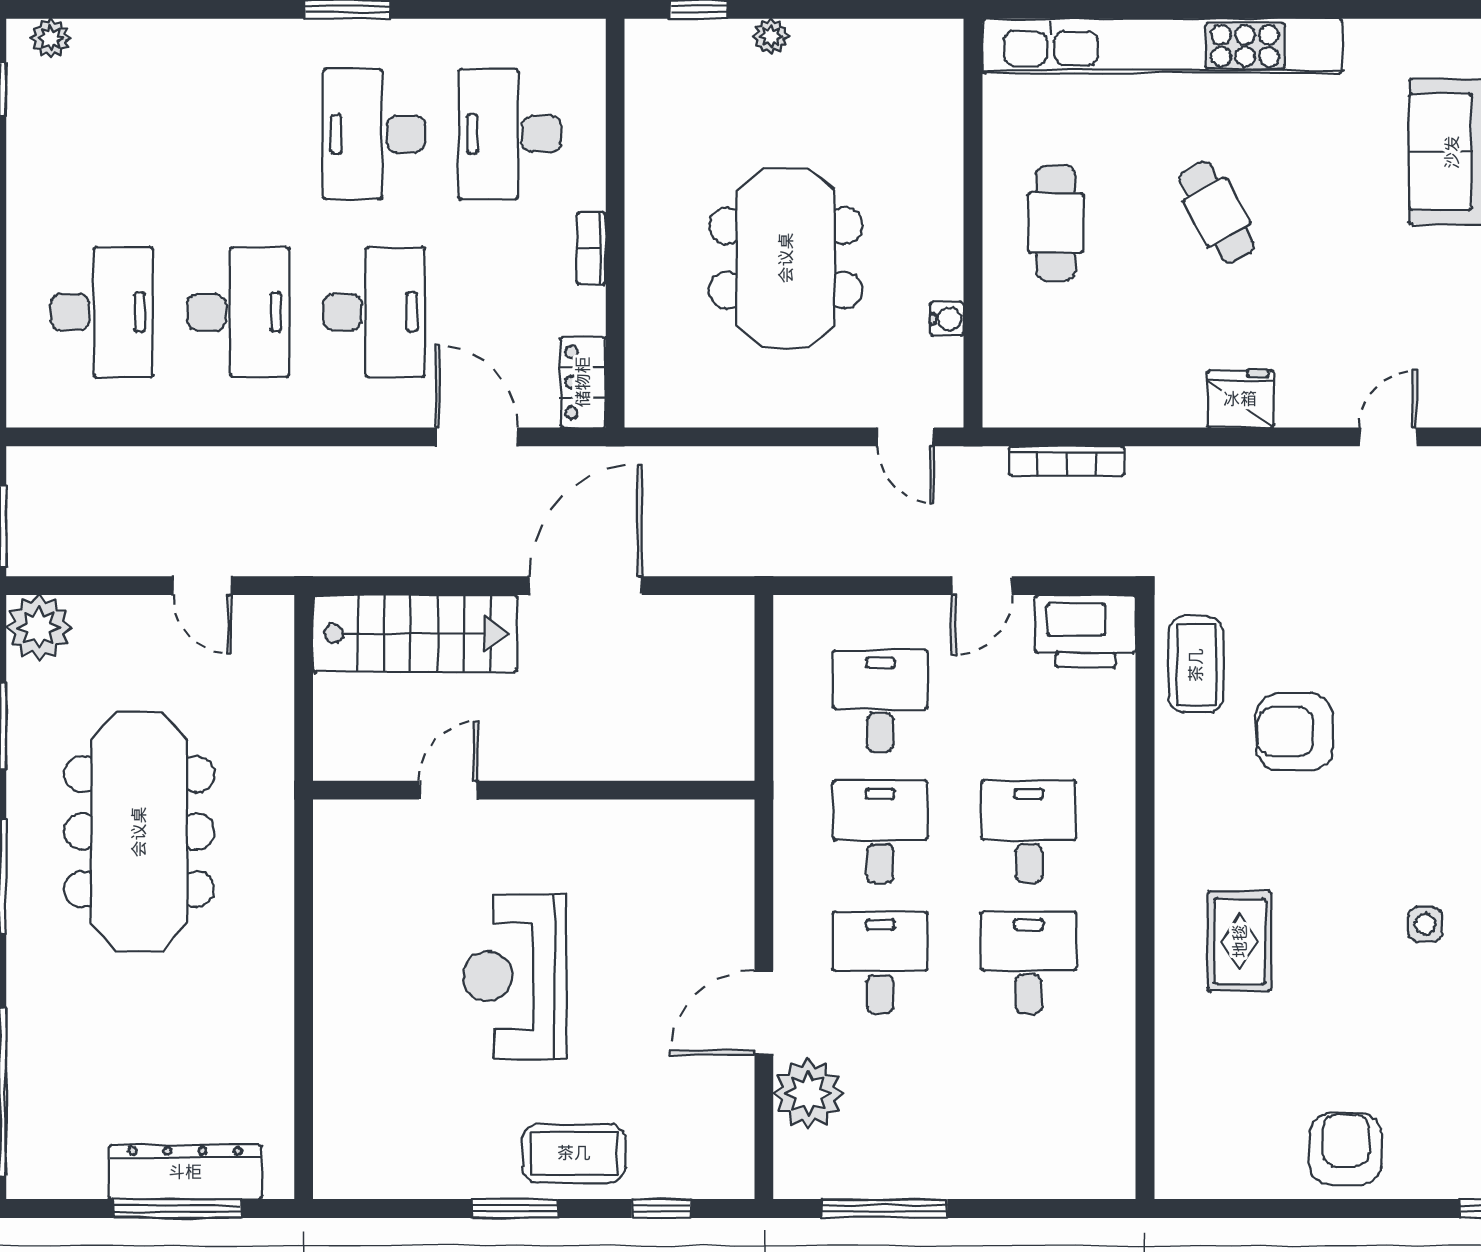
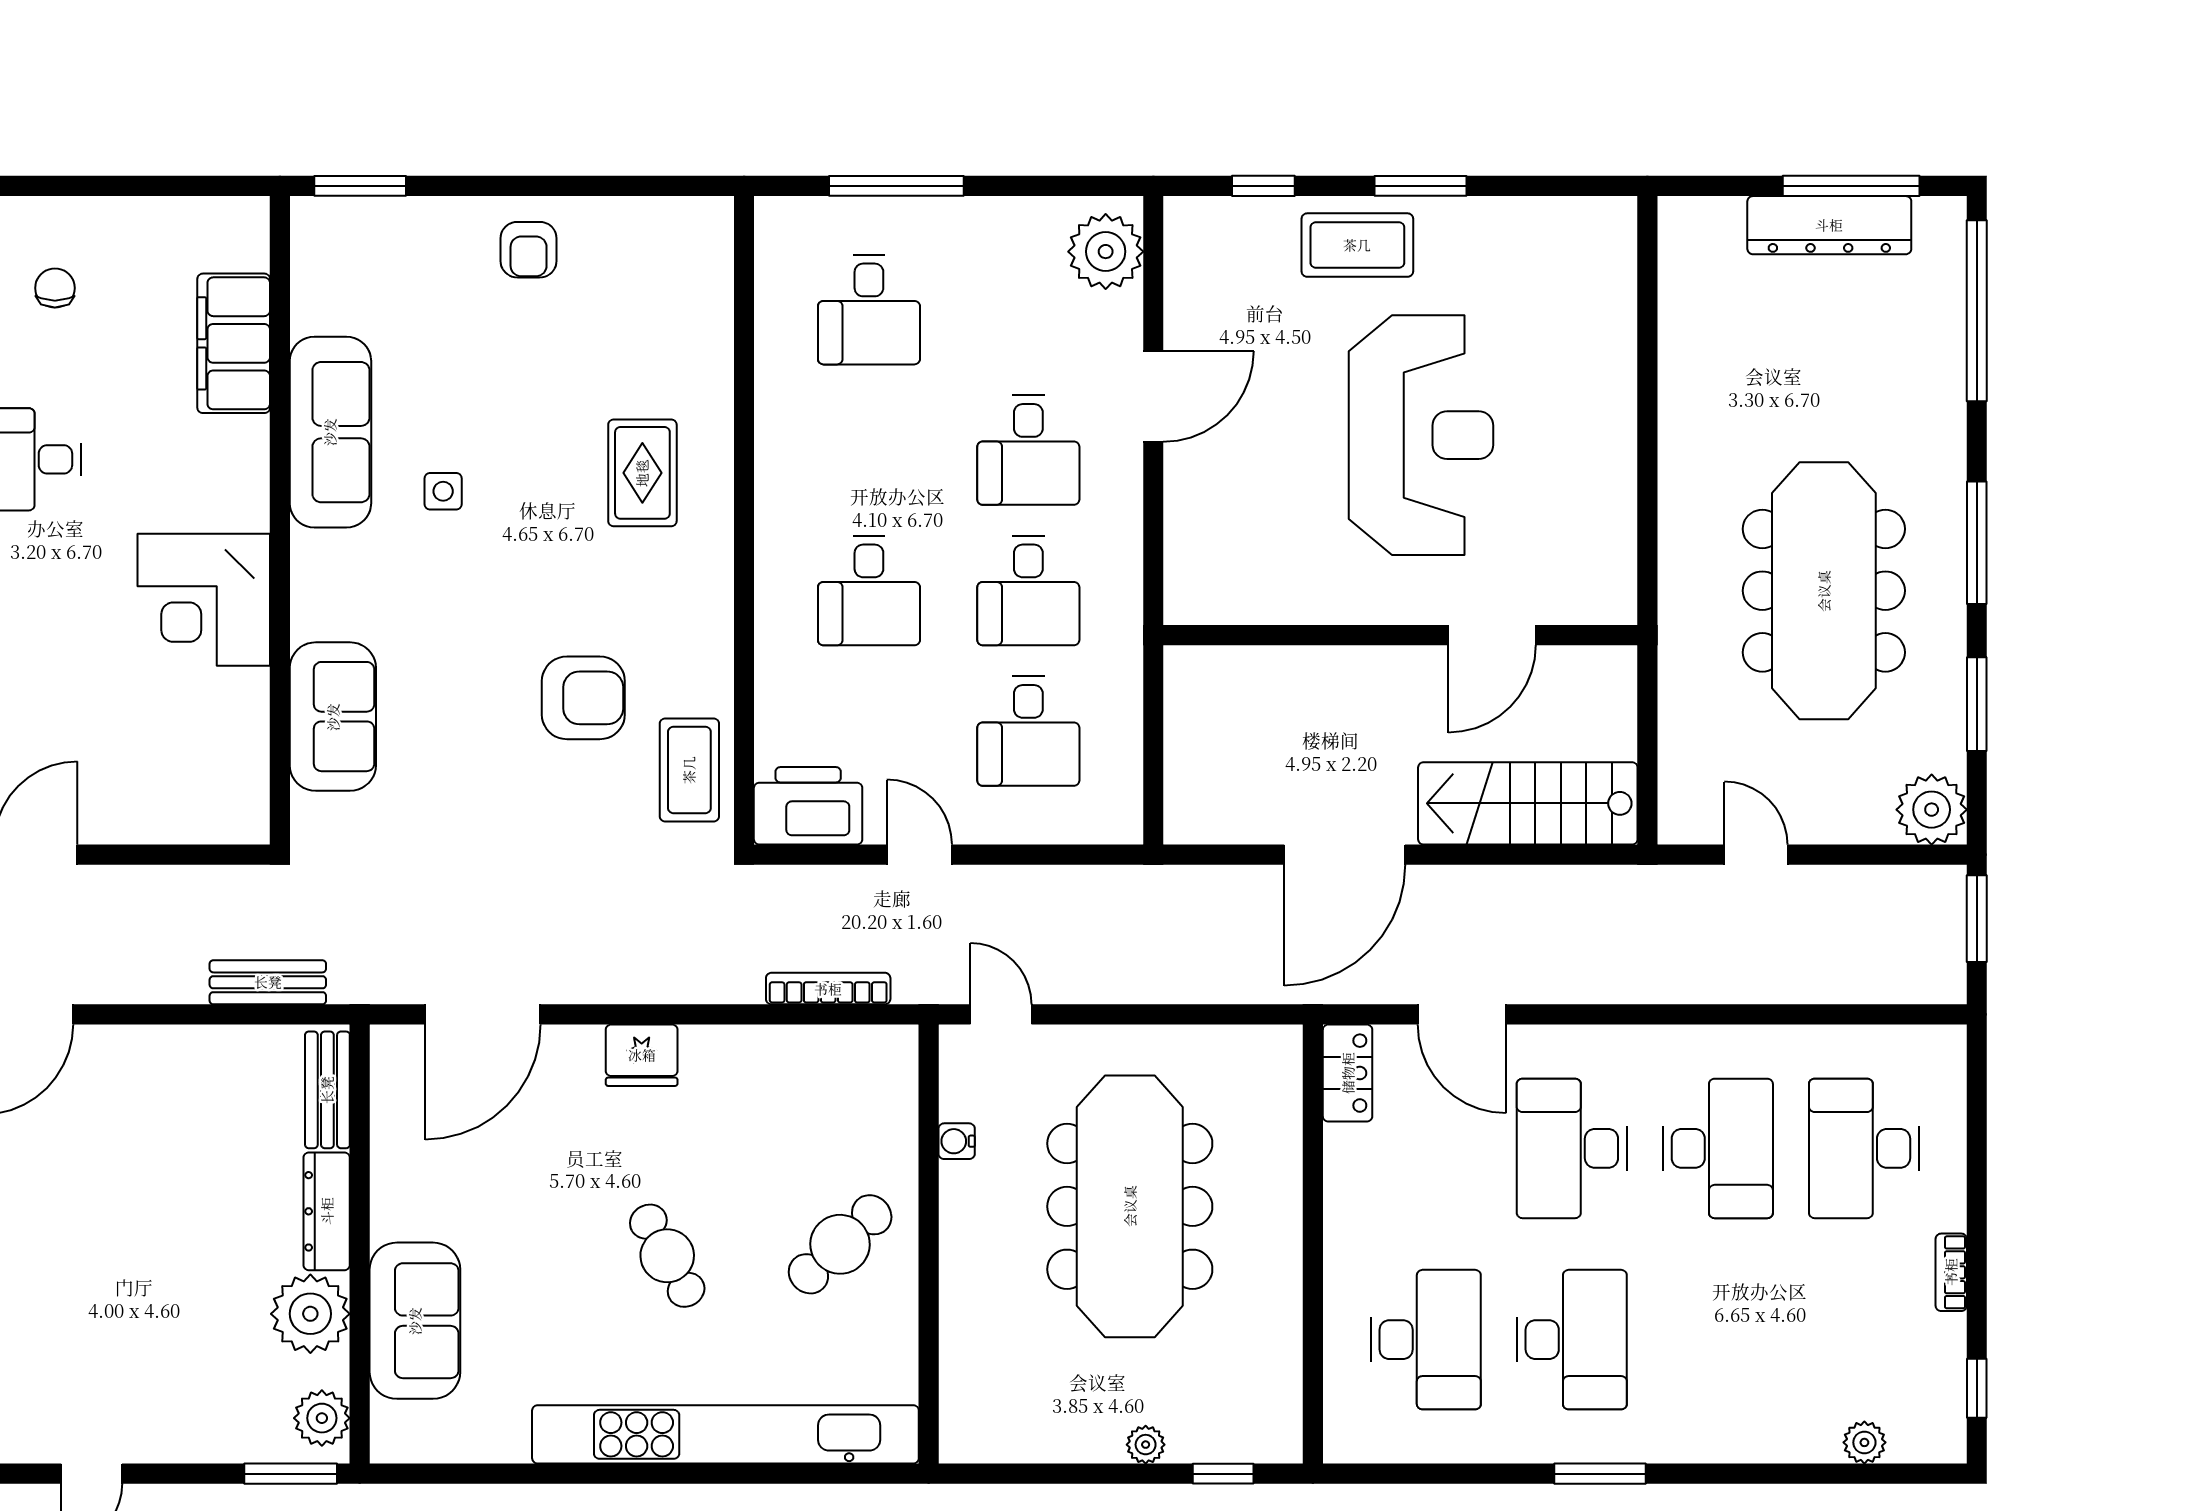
plant: (51, 38) -> (1864, 1442), moved
cafe table: (1056, 223) -> (840, 1244), turned 47
bookcase: (591, 248) -> (1951, 1272), moved, turned 180
meeting table: (786, 258) -> (1130, 1206), width x1.36
desk: (238, 312) -> (1718, 1148), turned 180
door: (1388, 437) -> (483, 1014), width x1.88
door: (982, 586) -> (919, 855), hinge flipped
door: (448, 790) -> (1492, 635), width x1.38
desk: (1029, 962) -> (869, 310), moved
reception desk: (514, 976) -> (1421, 435), width x1.36, depth x1.30
plant: (808, 1093) -> (1106, 252), moved
armchair: (1346, 1149) -> (529, 250), width x0.72, depth x0.72
dresser: (185, 1172) -> (1829, 225), moved
window: (177, 1208) -> (1851, 186), moved
window: (884, 1208) -> (896, 186), moved

